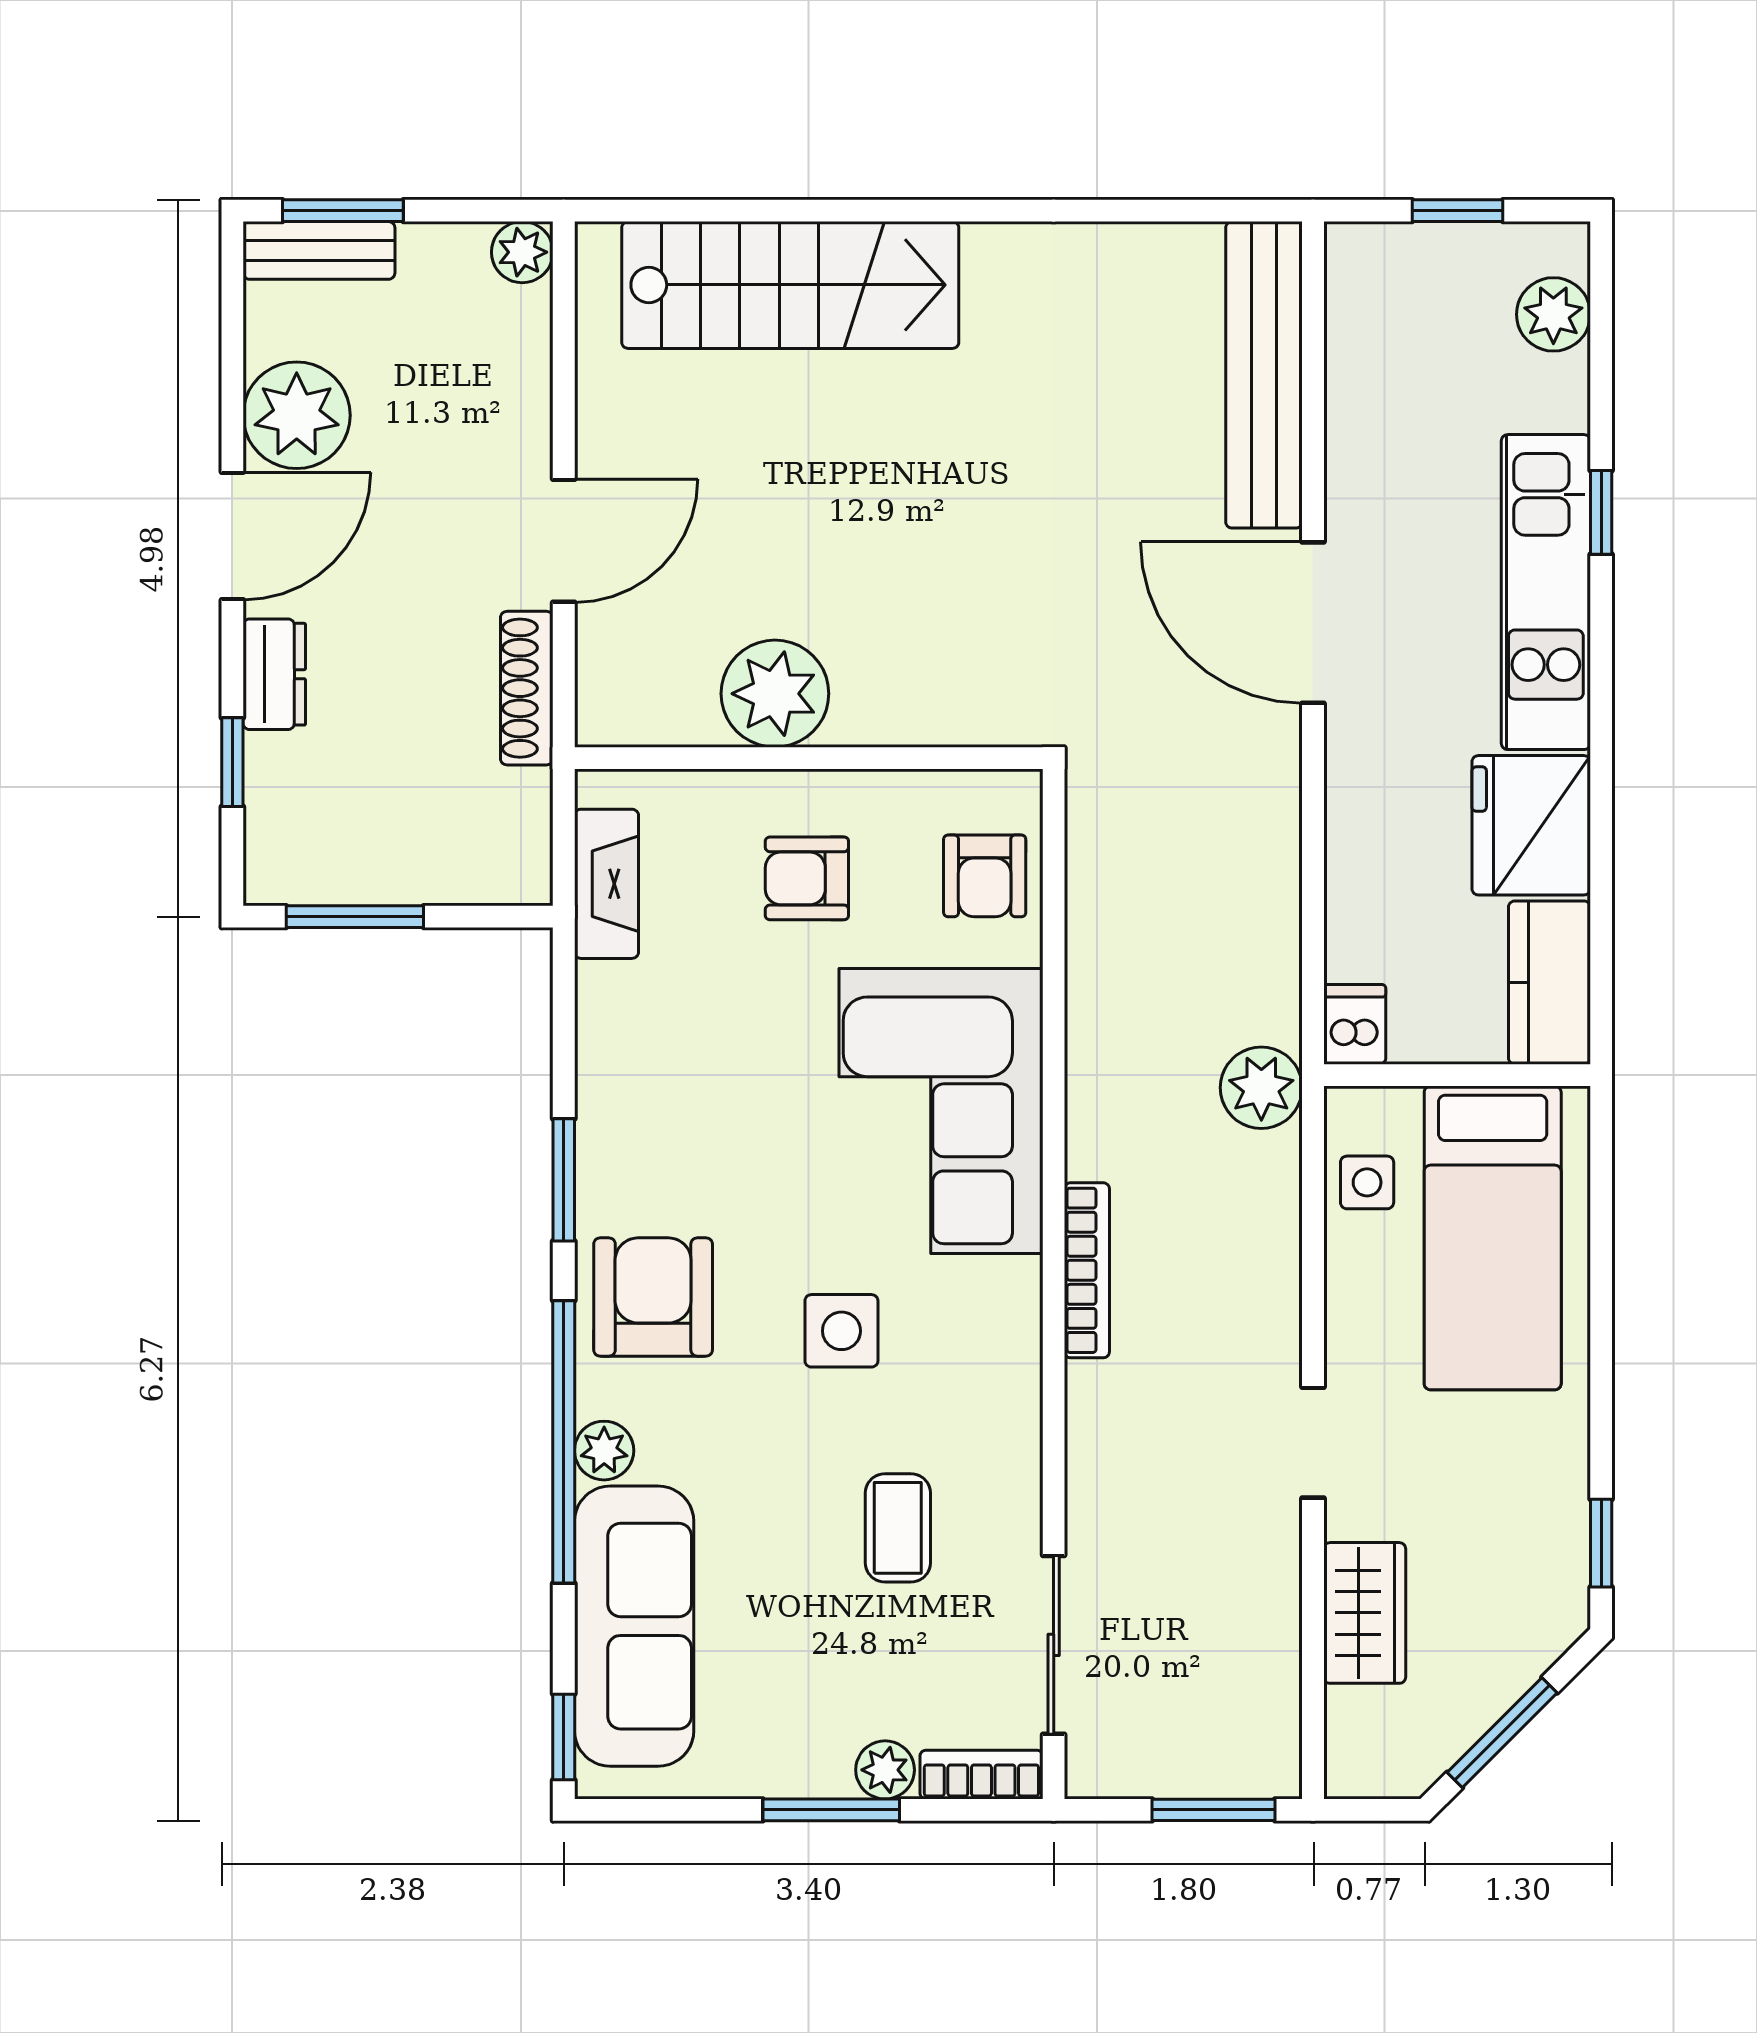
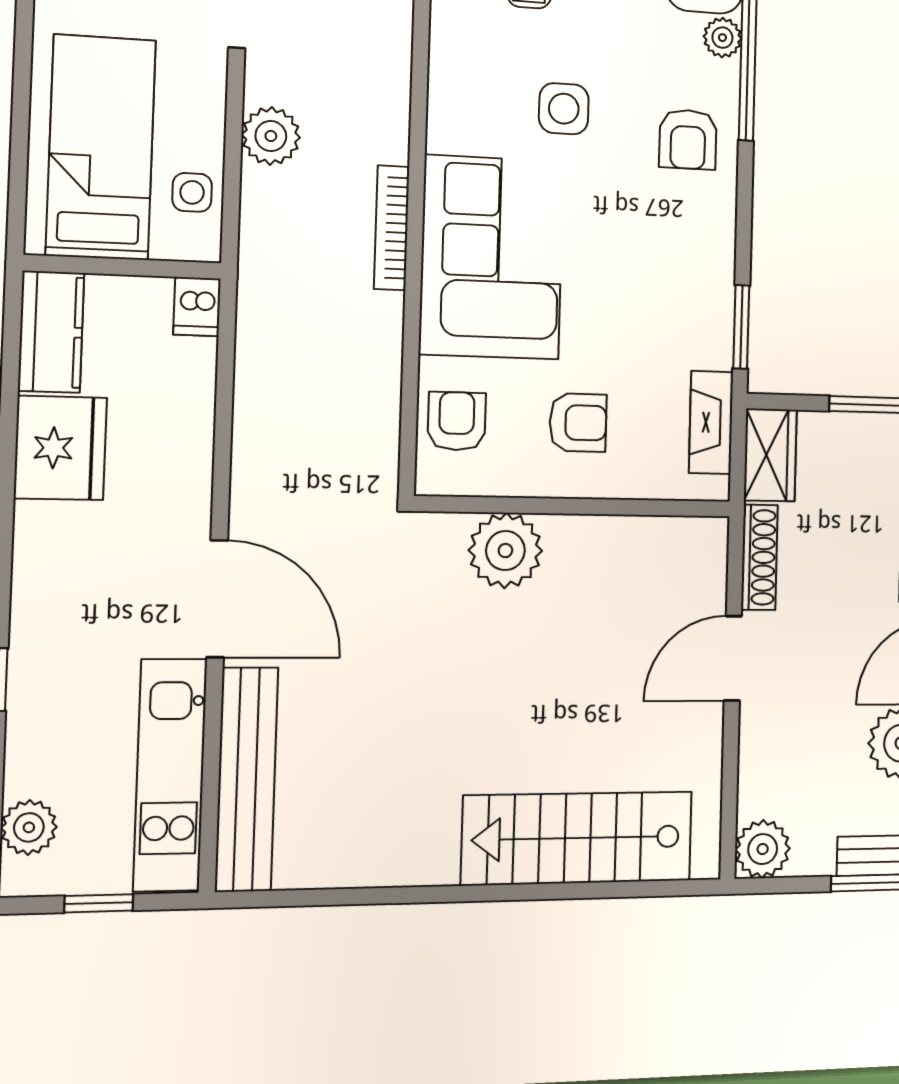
plant: (522, 252) -> (763, 849), width x1.38, depth x1.38
kitchen unit: (1546, 592) -> (170, 775), moved, turned 180
plant: (775, 694) -> (505, 551), moved
wardrobe: (514, 838) -> (770, 455), added
plant: (1261, 1088) -> (271, 136), moved
window: (564, 1180) -> (741, 327), moved
bookcase: (1087, 1270) -> (392, 228), moved
armchair: (653, 1297) -> (688, 139), width x0.72, depth x0.72

